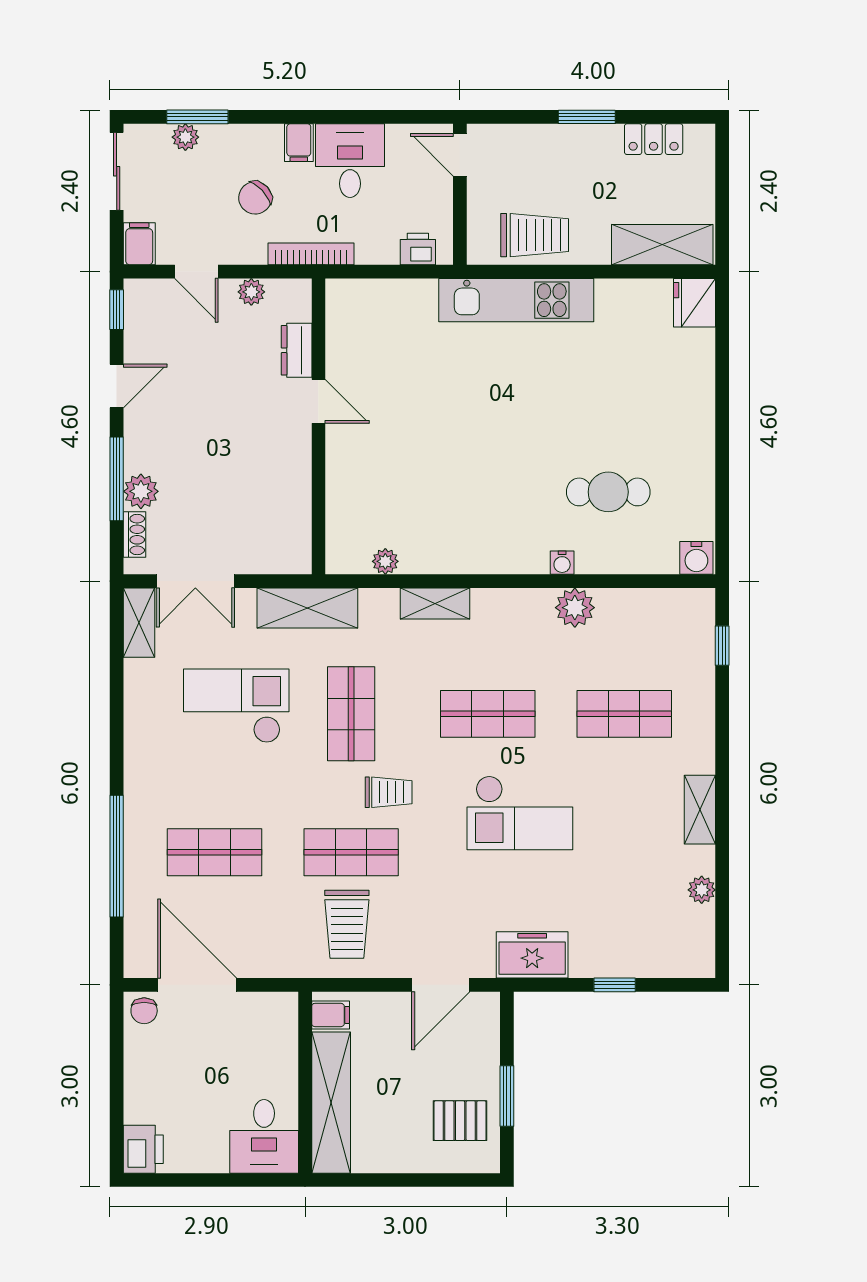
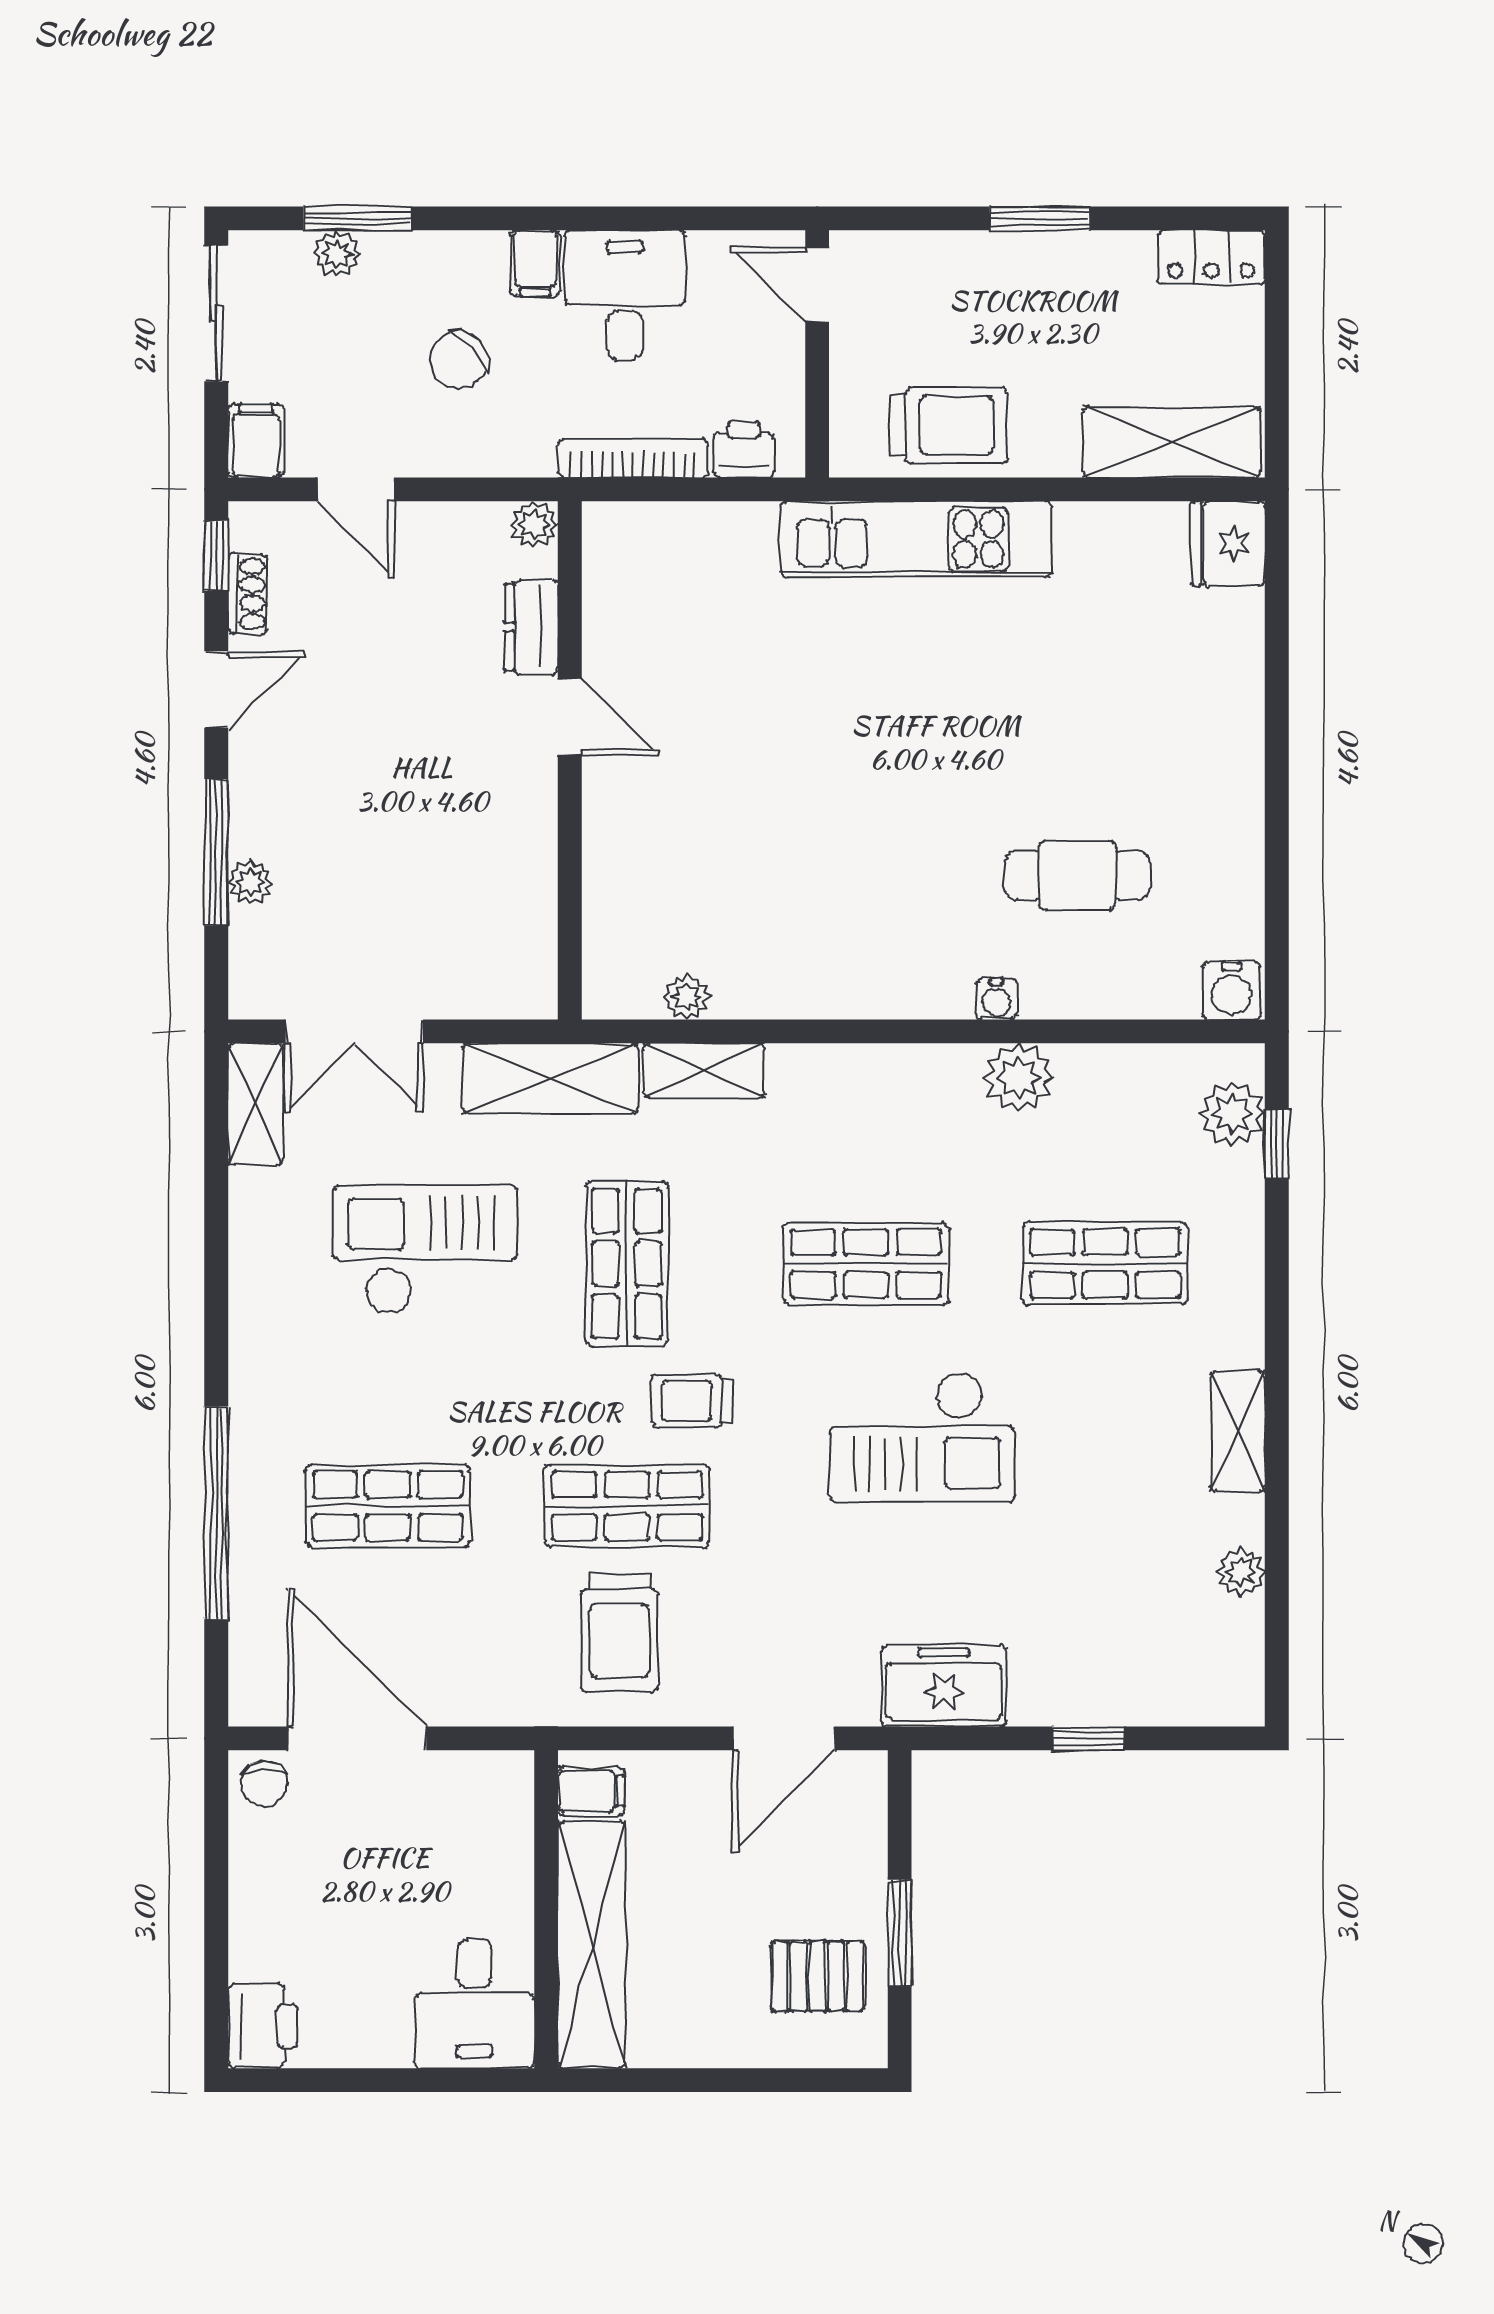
locker: (654, 139) -> (1211, 257), moved
bookcase: (311, 254) -> (633, 458), moved
plant: (251, 292) -> (534, 525), moved
plant: (141, 491) -> (250, 882), width x0.73, depth x0.73
shoe rack: (135, 535) -> (248, 594), moved
shelving: (435, 603) -> (704, 1070), moved
plant: (697, 628) -> (1232, 1113), added
trolley: (389, 792) -> (693, 1401), turned 180

